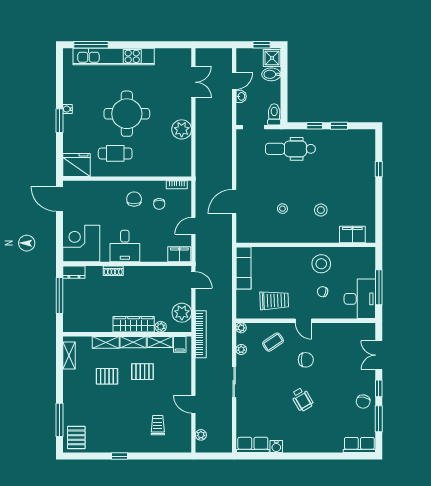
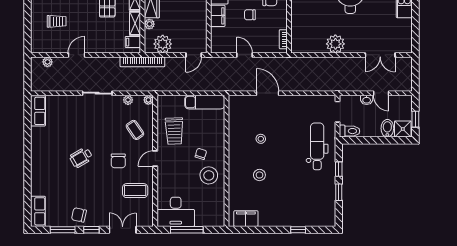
chair: (159, 204) -> (250, 15), moved
filing cabinet: (352, 234) -> (246, 219), moved, turned -90
filing cabinet: (179, 254) -> (218, 16), moved
chair: (323, 292) -> (201, 154), moved
coffee table: (337, 342) -> (135, 191), added
water cooler: (276, 447) -> (37, 133), removed

